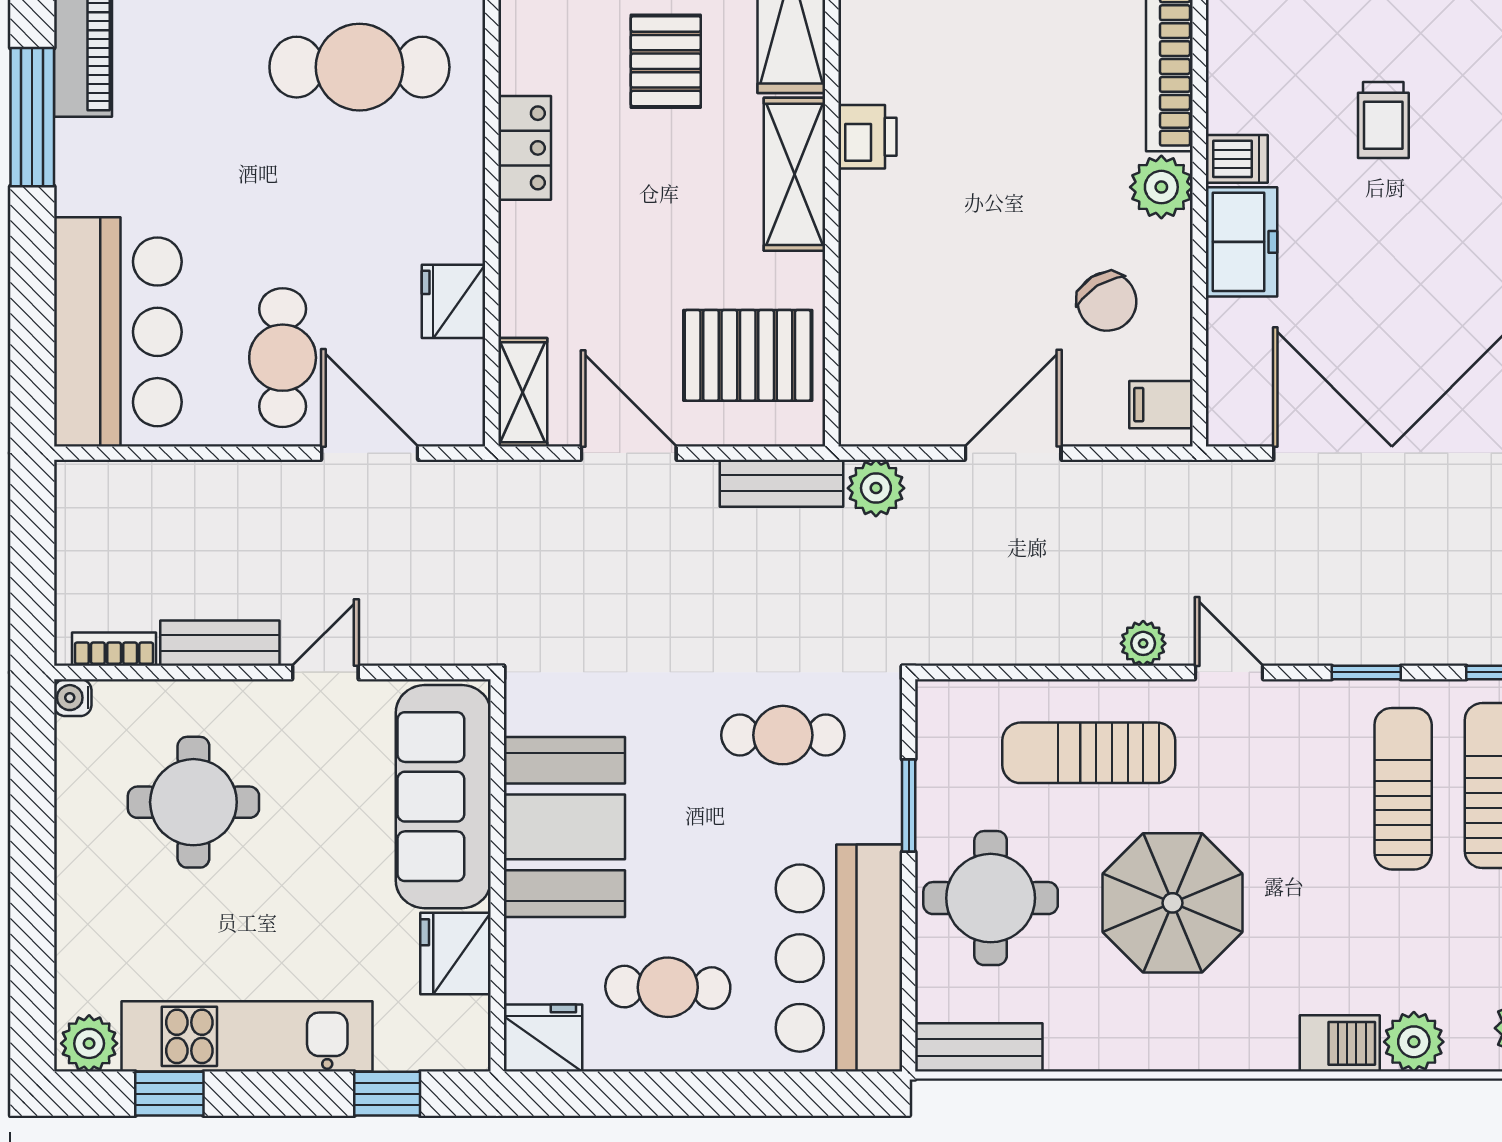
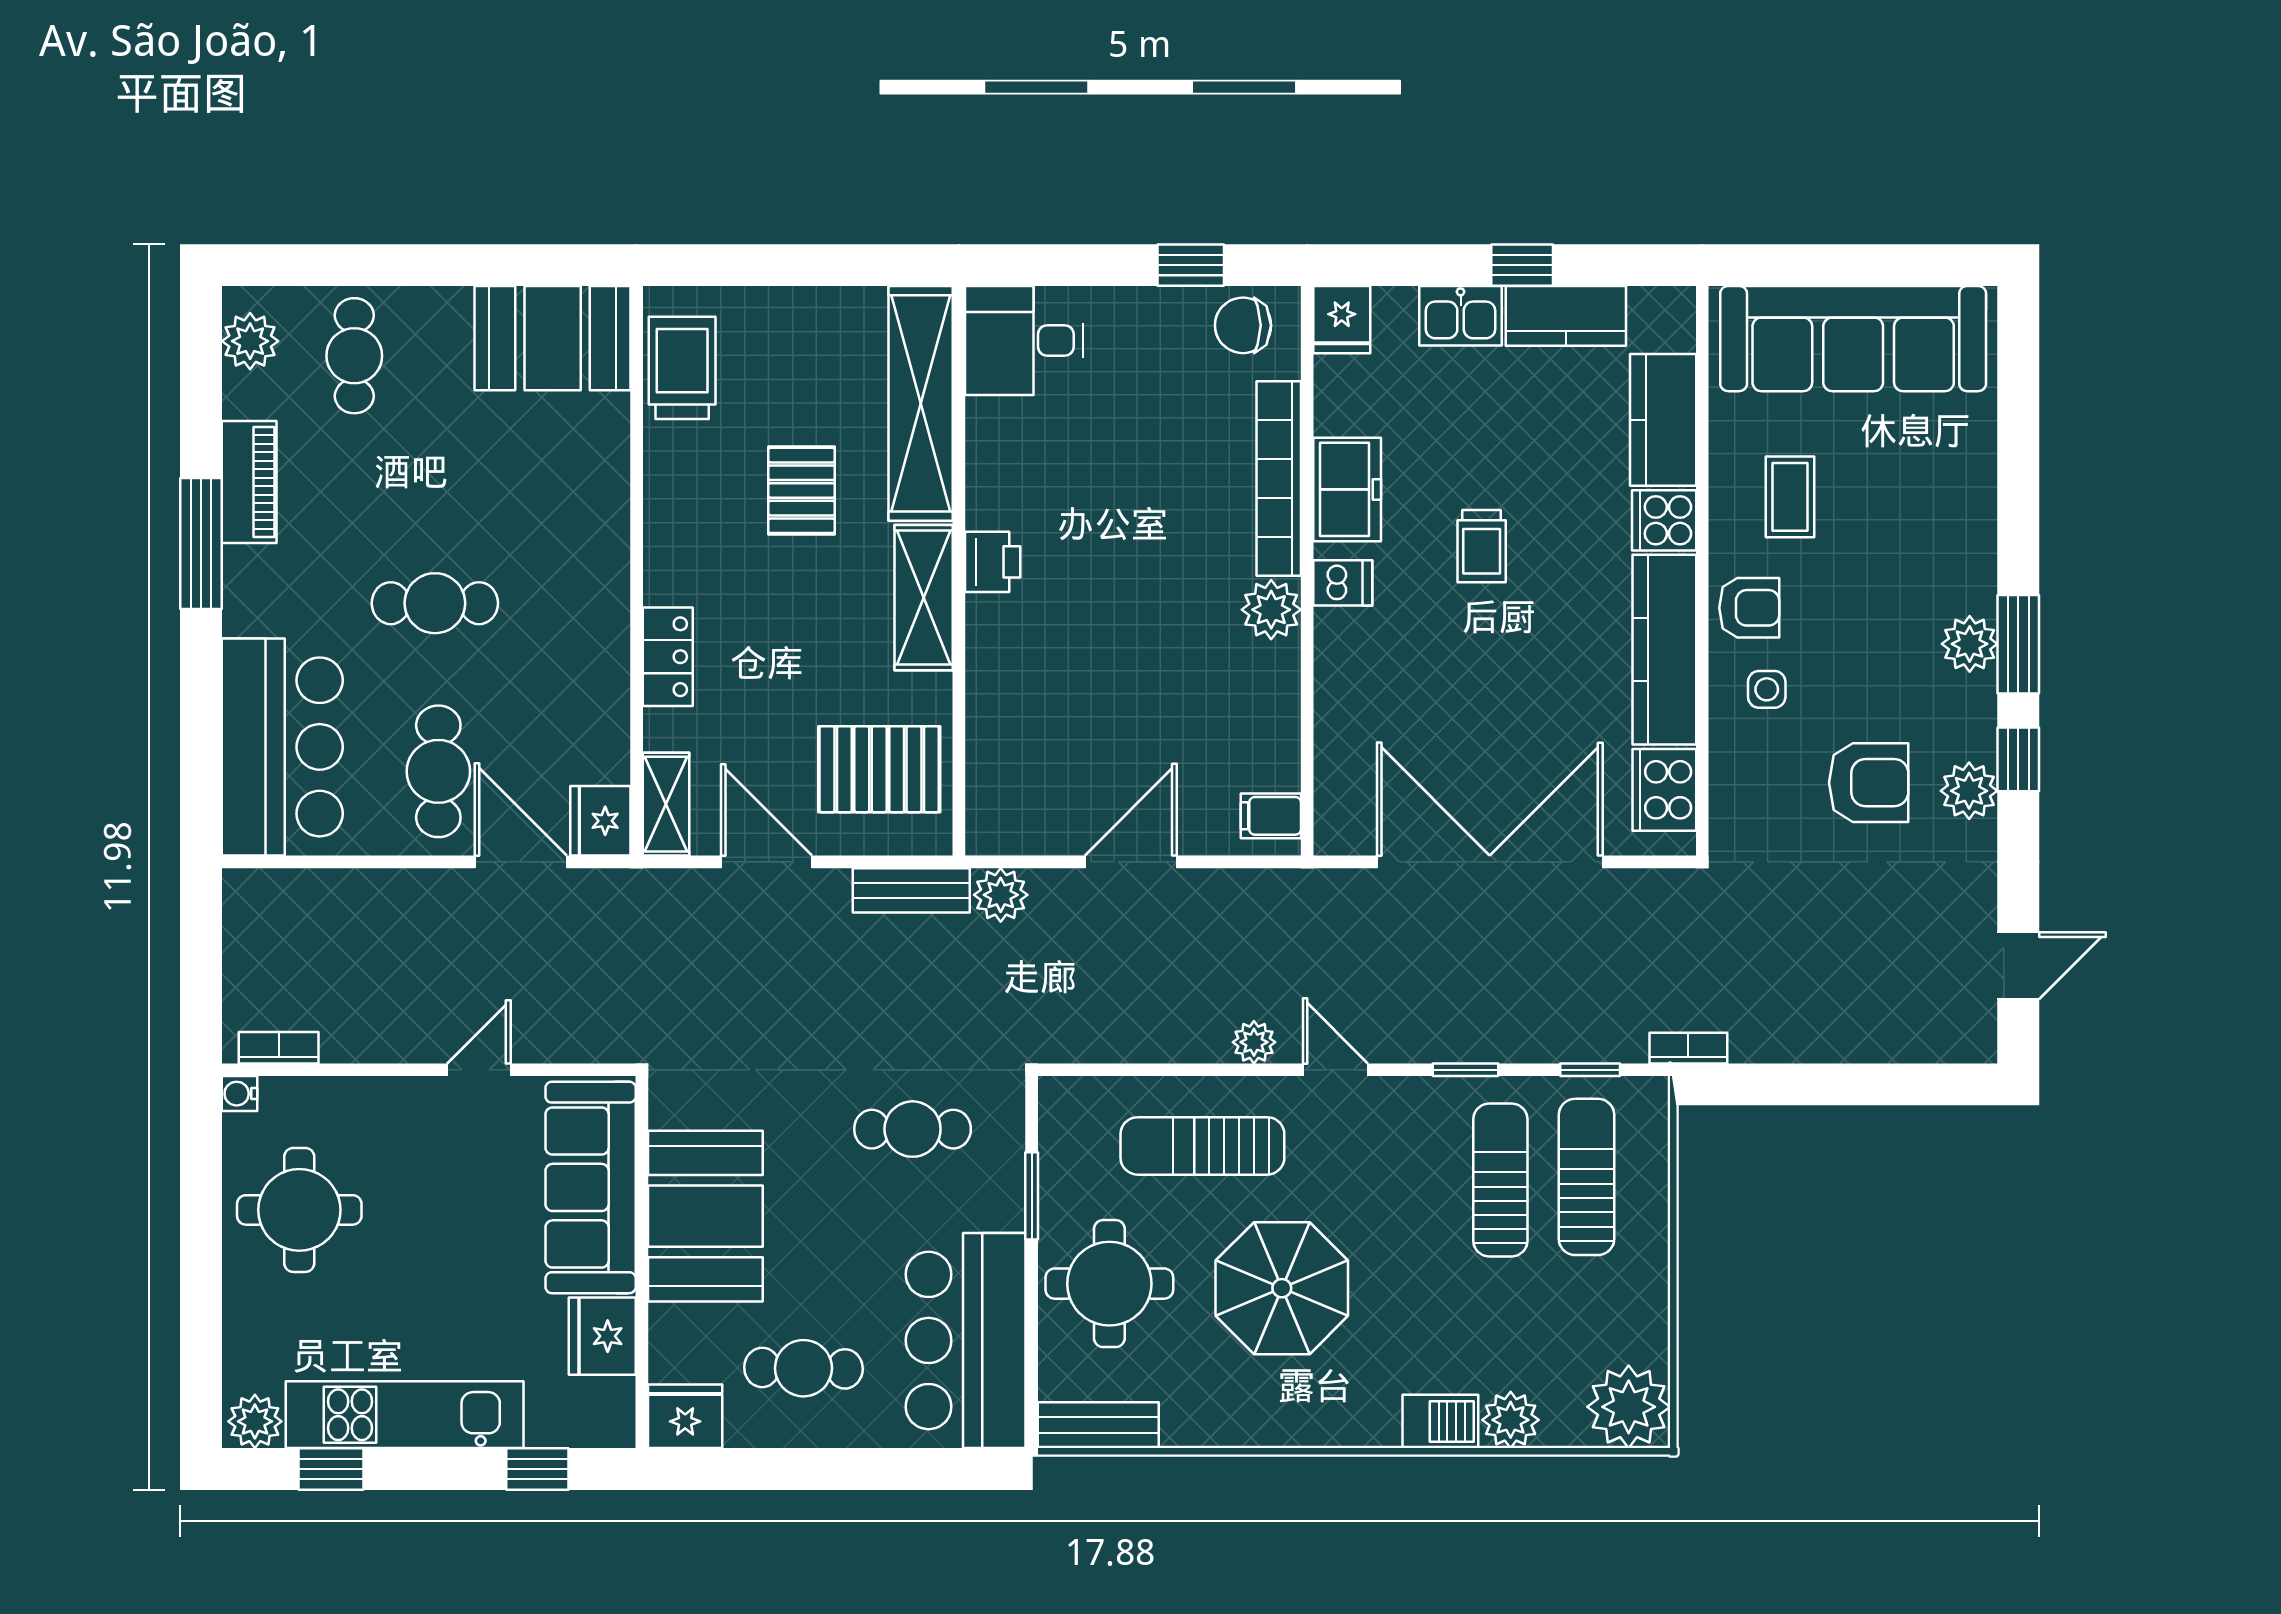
cafe table: (359, 67) -> (435, 603), moved, width x0.73, depth x0.74
locker: (525, 148) -> (668, 657), moved
freezer: (1241, 242) -> (1347, 489), moved
fridge: (454, 301) -> (600, 821), moved
chair: (1107, 302) -> (1220, 718), removed
bench: (220, 643) -> (379, 1042), removed
round table: (193, 802) -> (299, 1210), moved

